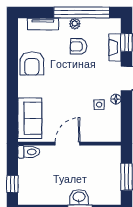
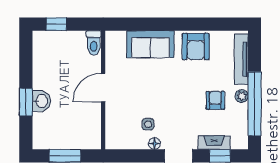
tv unit: (43, 24) -> (241, 59), width x1.41
armchair: (32, 63) -> (196, 46), turned -90
sofa: (30, 118) -> (150, 44), moved
door: (67, 144) -> (103, 88), swing flipped

